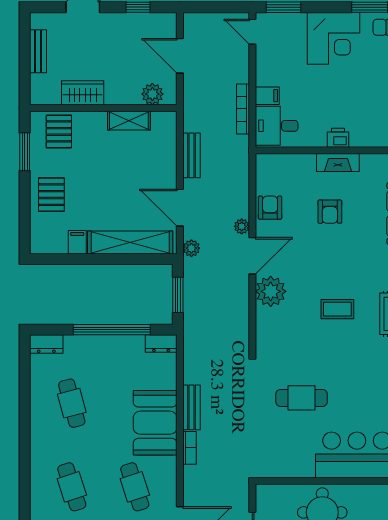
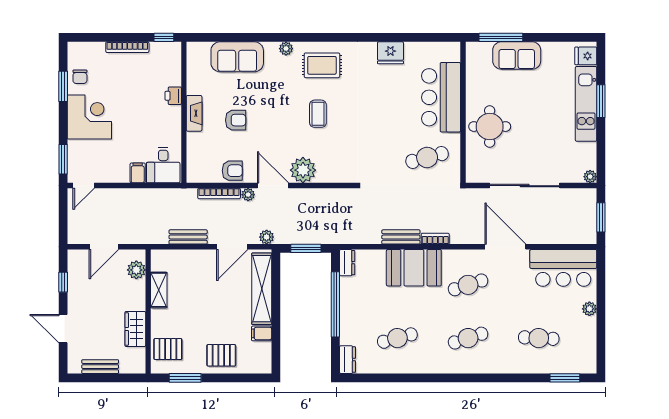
bookcase: (243, 109) -> (219, 193), moved
printer: (338, 138) -> (173, 96), moved
armchair: (270, 208) -> (232, 171), turned 180
cafe table: (302, 398) -> (427, 157), moved, turned 75

